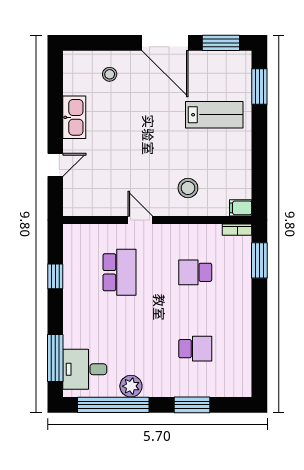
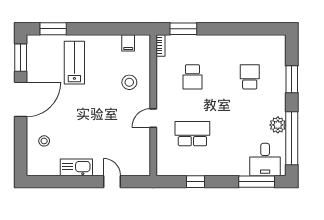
filing cabinet: (241, 208) -> (128, 43), moved

